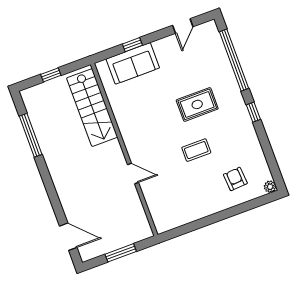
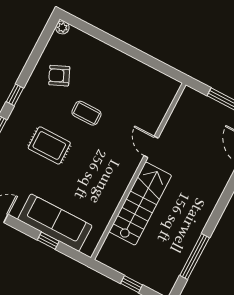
sofa: (133, 63) -> (55, 223), width x1.36
stairs: (92, 108) -> (140, 204), moved
armchair: (235, 179) -> (59, 76), moved, turned 70

